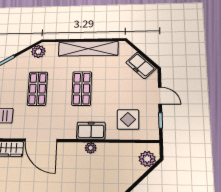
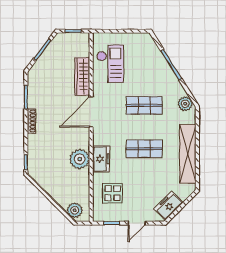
plant: (91, 148) -> (80, 159), width x1.88, depth x1.88

